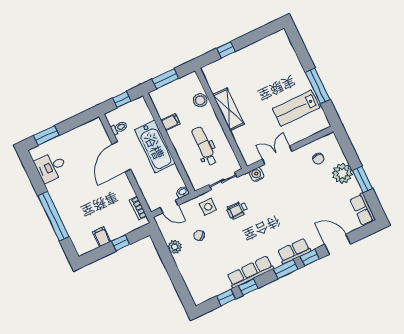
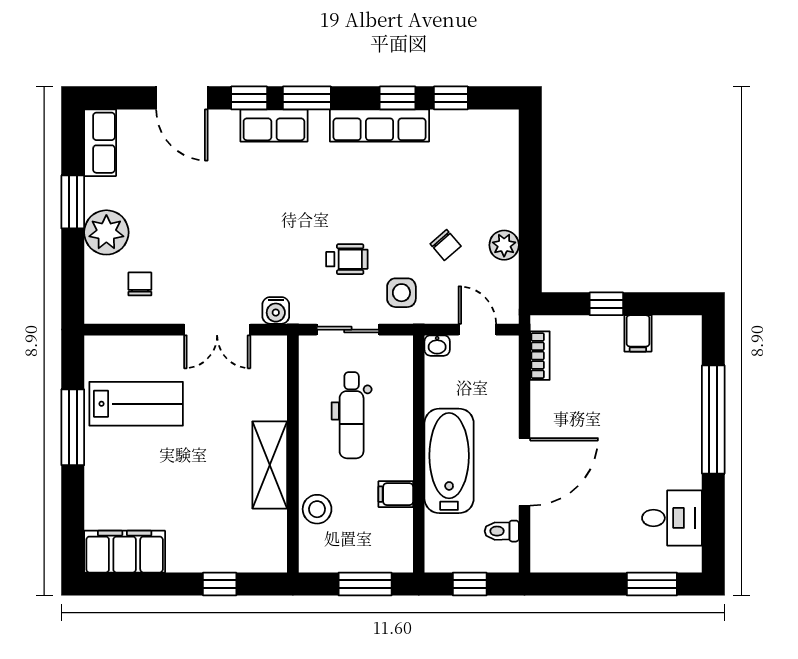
filing cabinet: (272, 45) -> (125, 552), added

